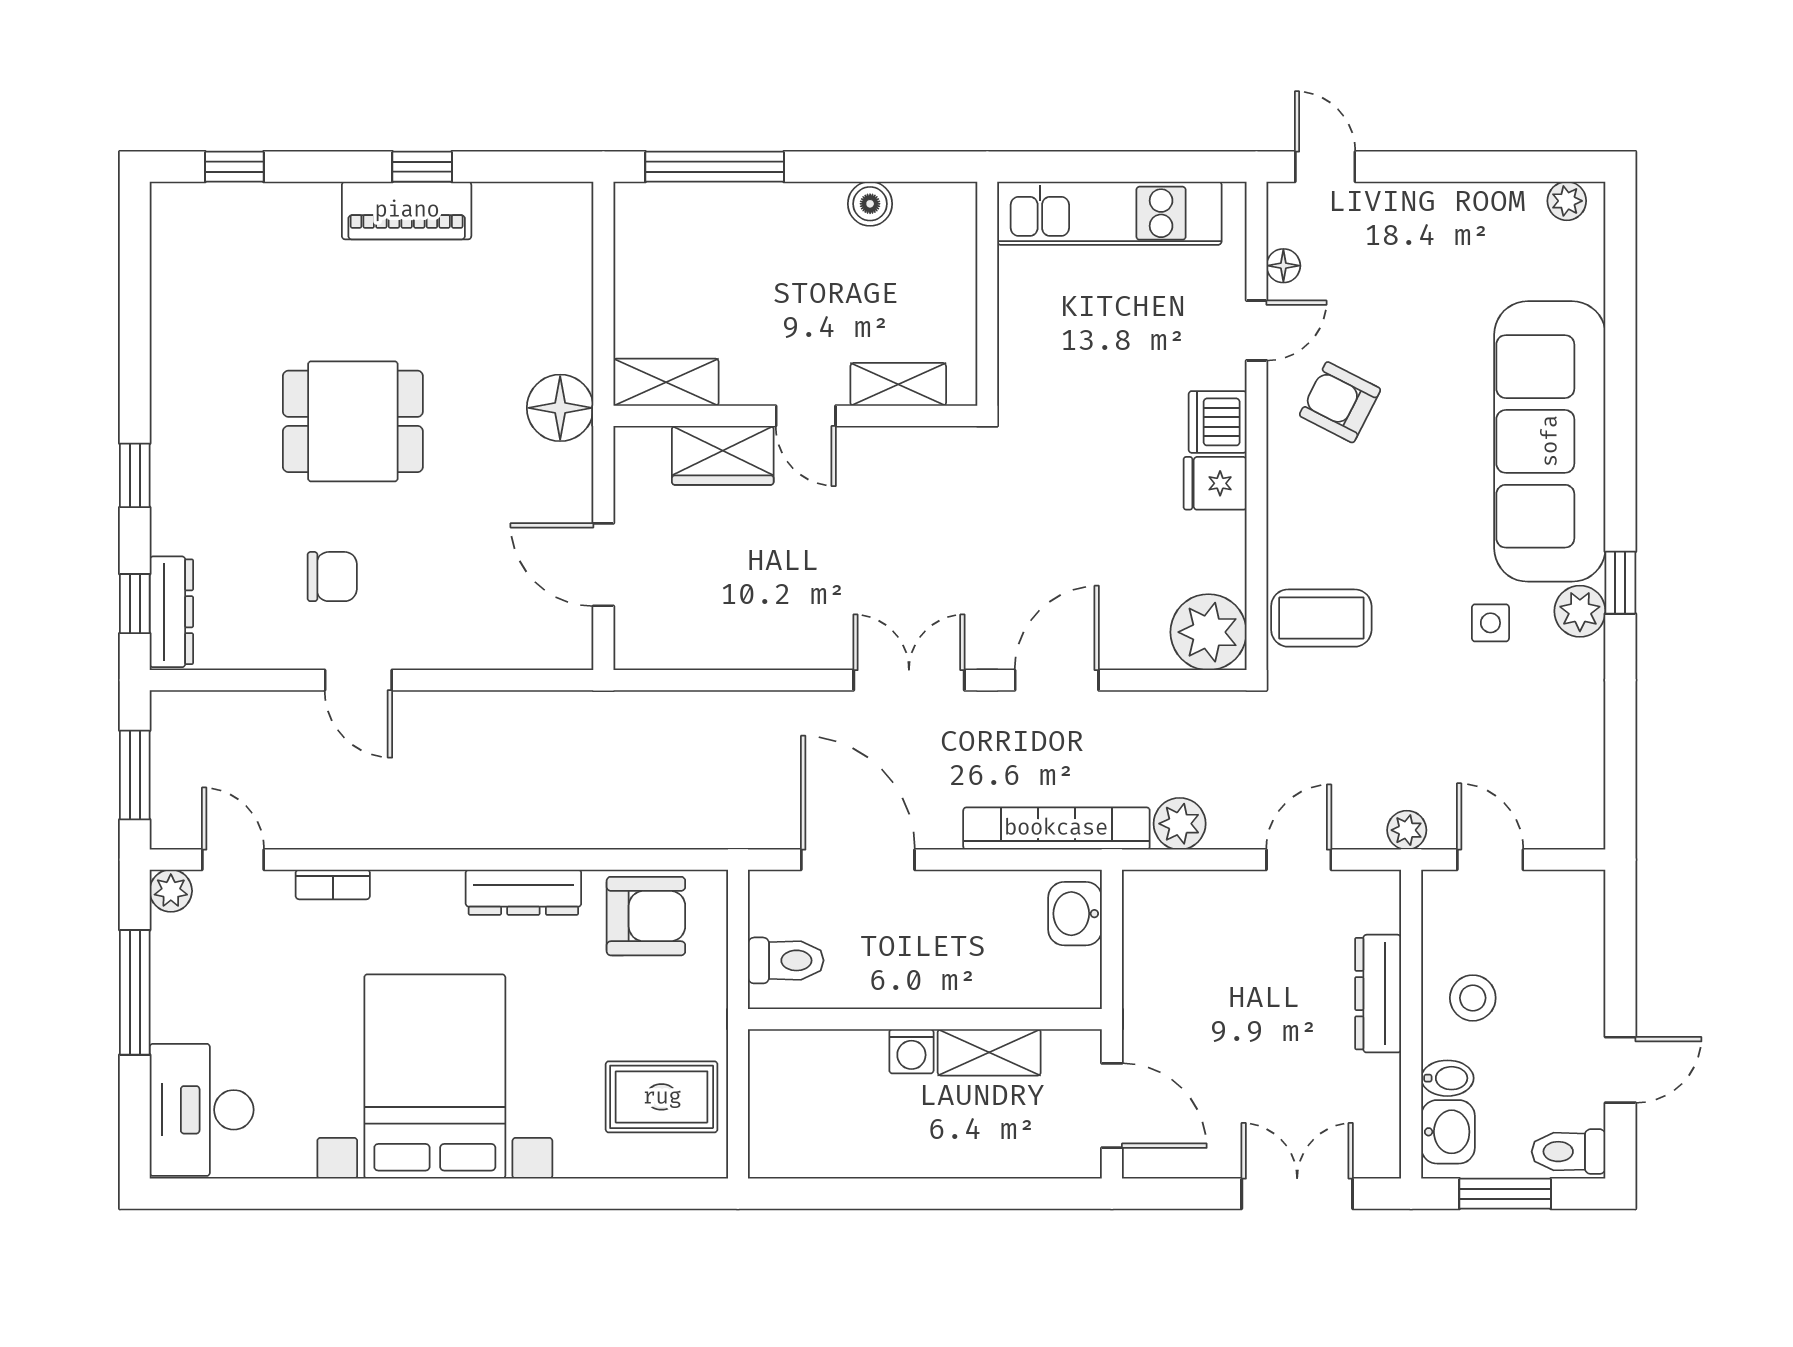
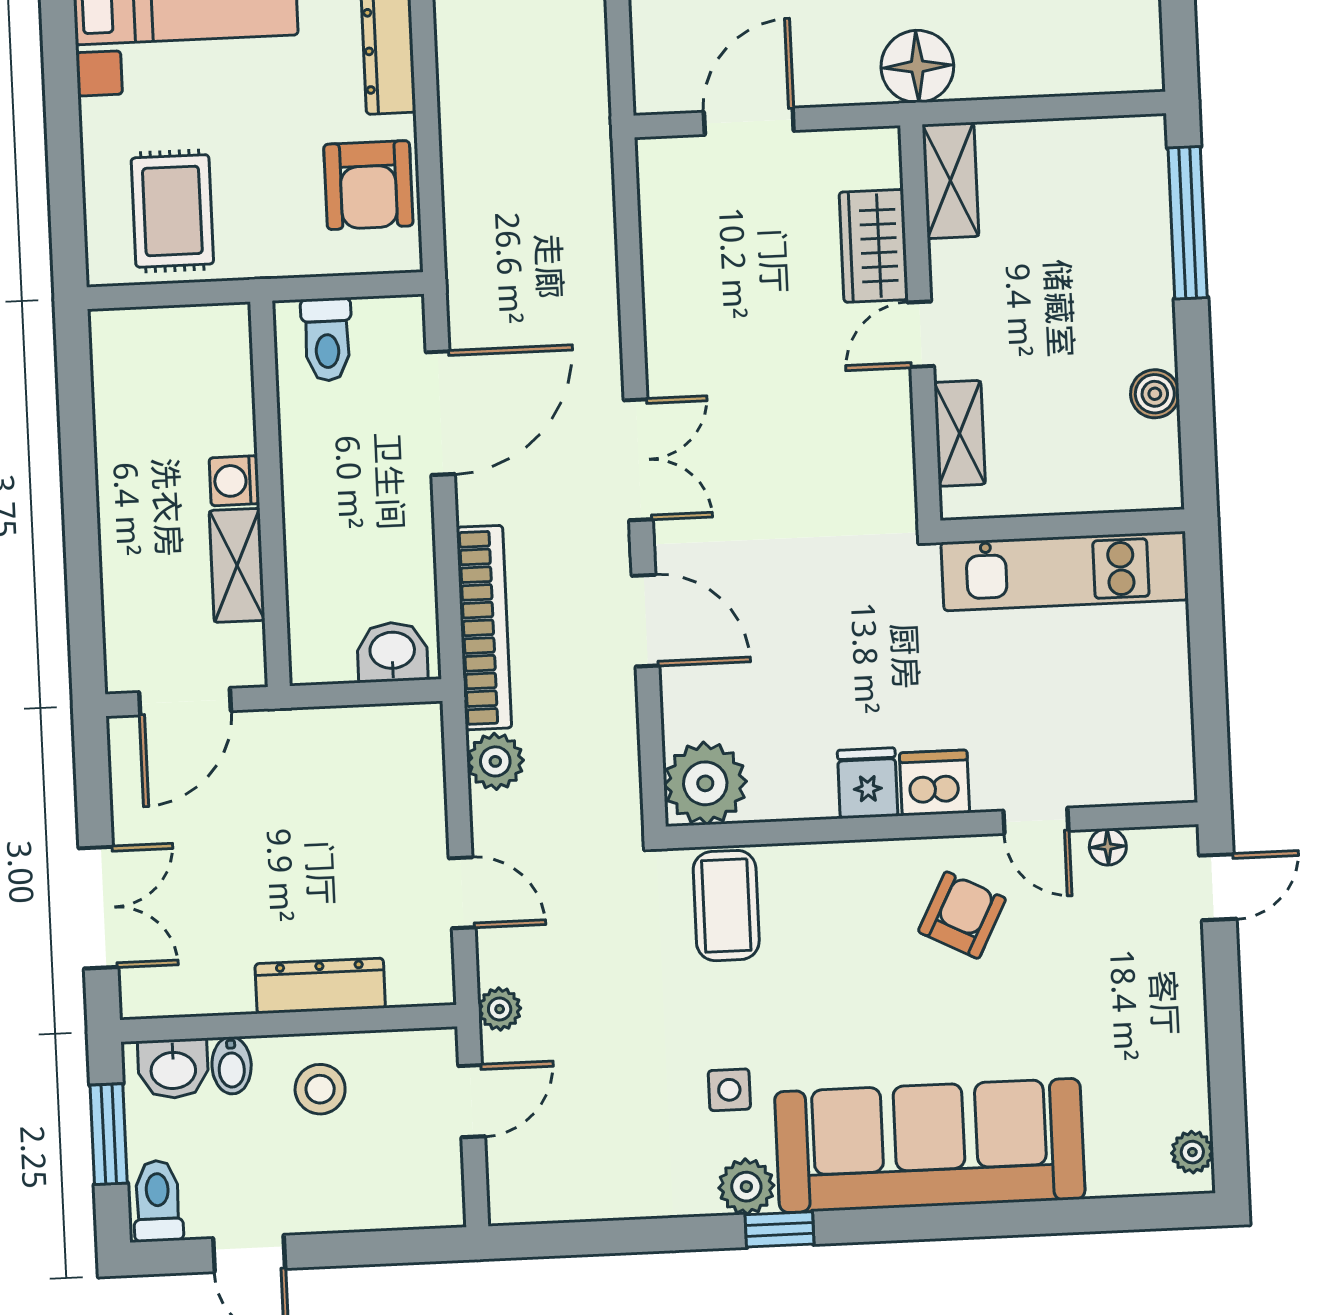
kitchen unit: (1109, 213) -> (1065, 571), moved, turned -90

